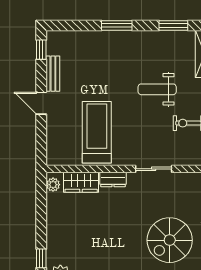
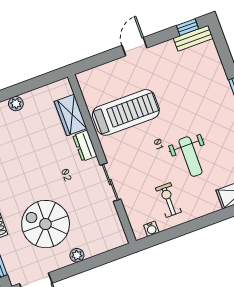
bench: (53, 74) -> (193, 38), moved
weight bench: (157, 89) -> (190, 157), turned 180
plant: (53, 185) -> (16, 104), moved

